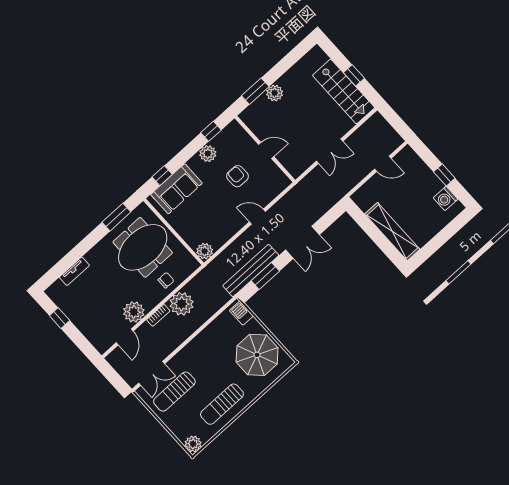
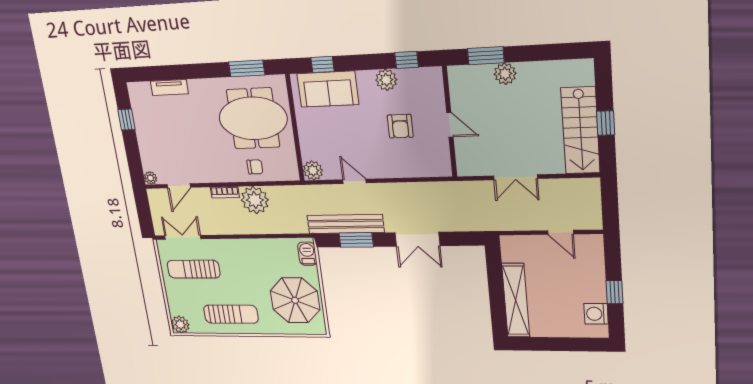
armchair: (238, 176) -> (400, 126), turned 180
door: (257, 217) -> (354, 181), moved
plant: (134, 312) -> (150, 178), moved, width x0.53, depth x0.53
double door: (152, 373) -> (183, 237), swing flipped
sun lounger: (222, 404) -> (231, 314), turned 180

